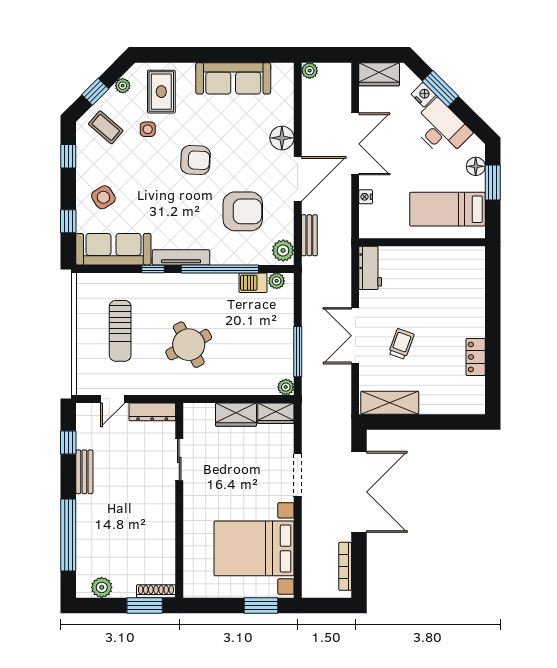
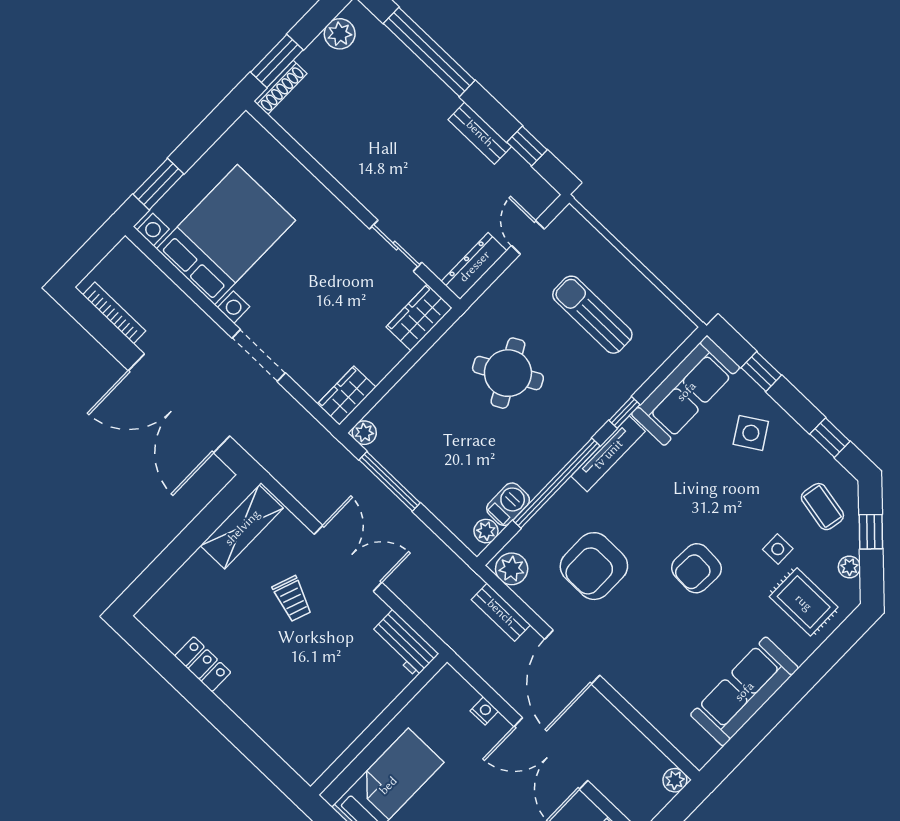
coffee table: (106, 127) -> (822, 507), turned 60
floor lamp: (282, 138) -> (632, 682), removed
wardrobe: (236, 415) -> (419, 317), moved

